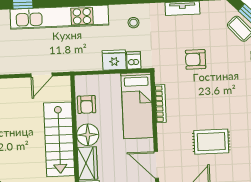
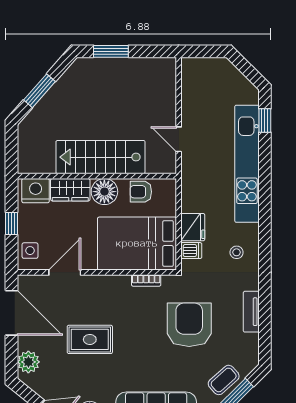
armchair: (196, 59) -> (189, 325), width x1.88, depth x1.88
bookcase: (161, 104) -> (146, 281), width x0.64
bed: (137, 106) -> (137, 243), width x1.50
rug: (211, 142) -> (90, 339), turned 90

